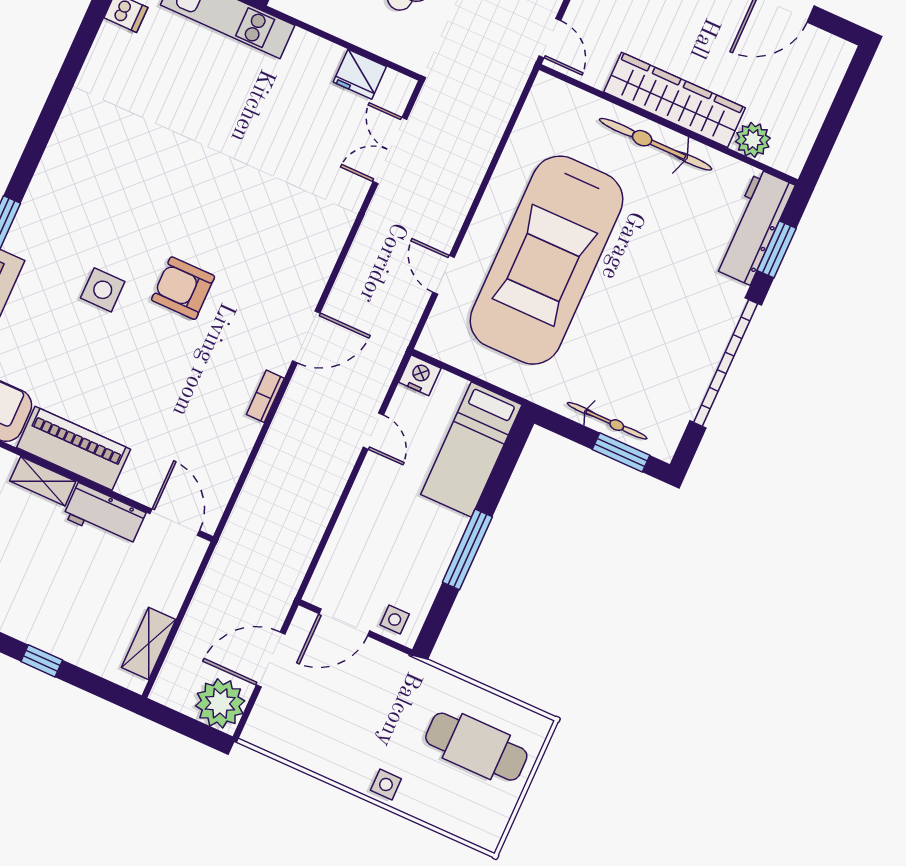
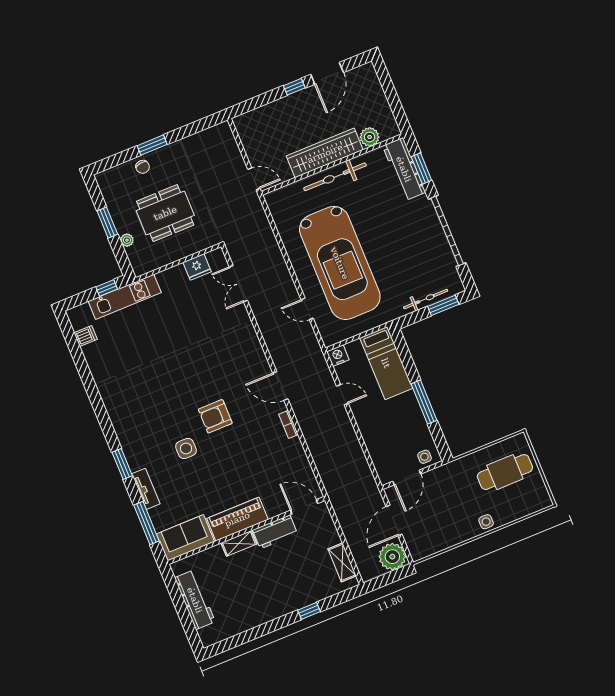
door: (306, 337) -> (280, 386), swing flipped

